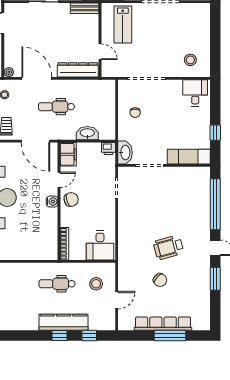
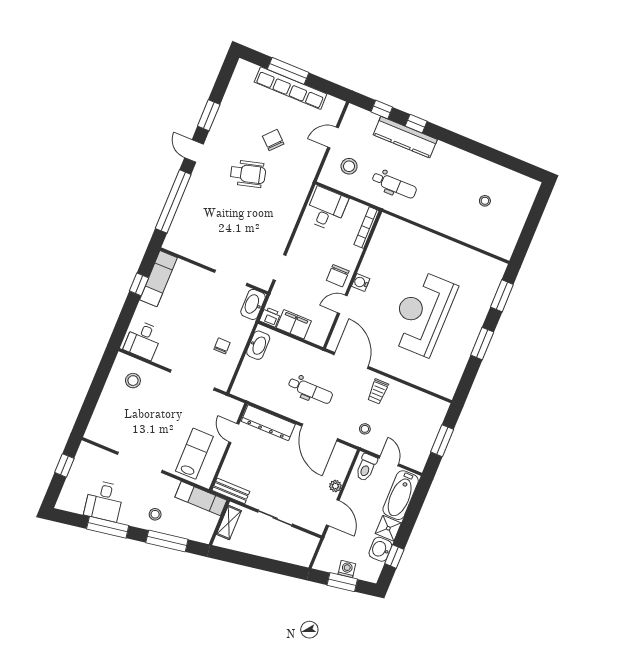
plant: (9, 72) -> (335, 486), moved
washbasin: (87, 133) -> (258, 345), moved, turned -90
filing cabinet: (68, 154) -> (294, 324), moved, turned 90
exam couch: (189, 157) -> (158, 279), moved, turned -90
chair: (71, 200) -> (338, 276), turned -72

